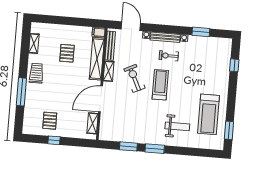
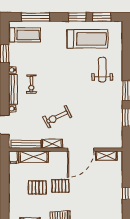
shelving: (97, 59) -> (34, 157), width x0.68
window: (234, 65) -> (36, 17), width x2.17
treadmill: (160, 85) -> (25, 35), moved, turned 180
door: (101, 99) -> (81, 150), hinge flipped
window: (231, 106) -> (77, 17), added
pallet: (50, 121) -> (60, 186), moved

